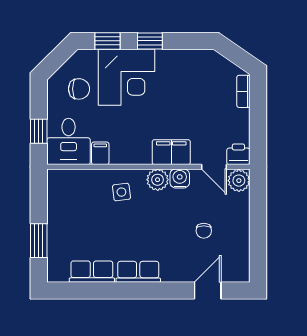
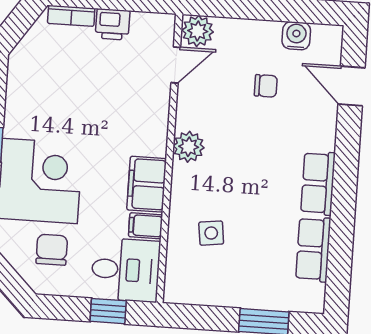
filing cabinet: (171, 152) -> (147, 184), moved
printer: (238, 154) -> (113, 24), moved, turned -90
water cooler: (180, 178) -> (296, 36), moved, turned 90
side table: (121, 192) -> (211, 233), moved

